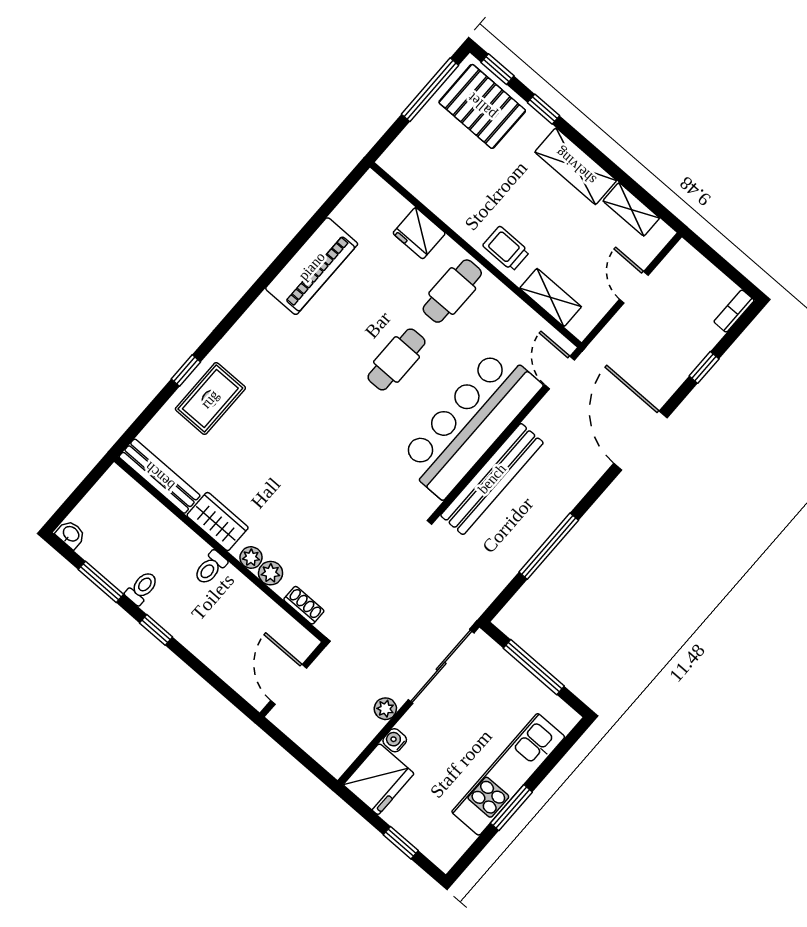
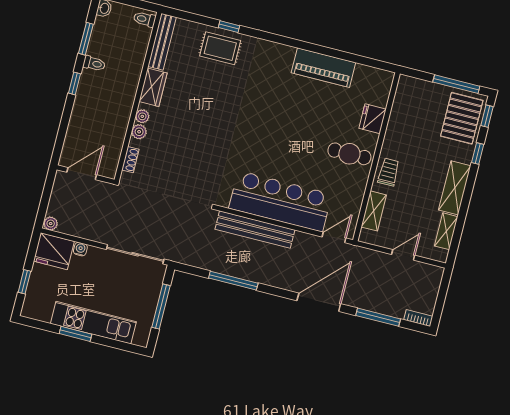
cafe table: (397, 359) -> (295, 142), removed
window: (704, 367) -> (378, 317), width x2.17
toilet: (210, 568) -> (145, 19), moved
plant: (385, 709) -> (51, 224), moved

